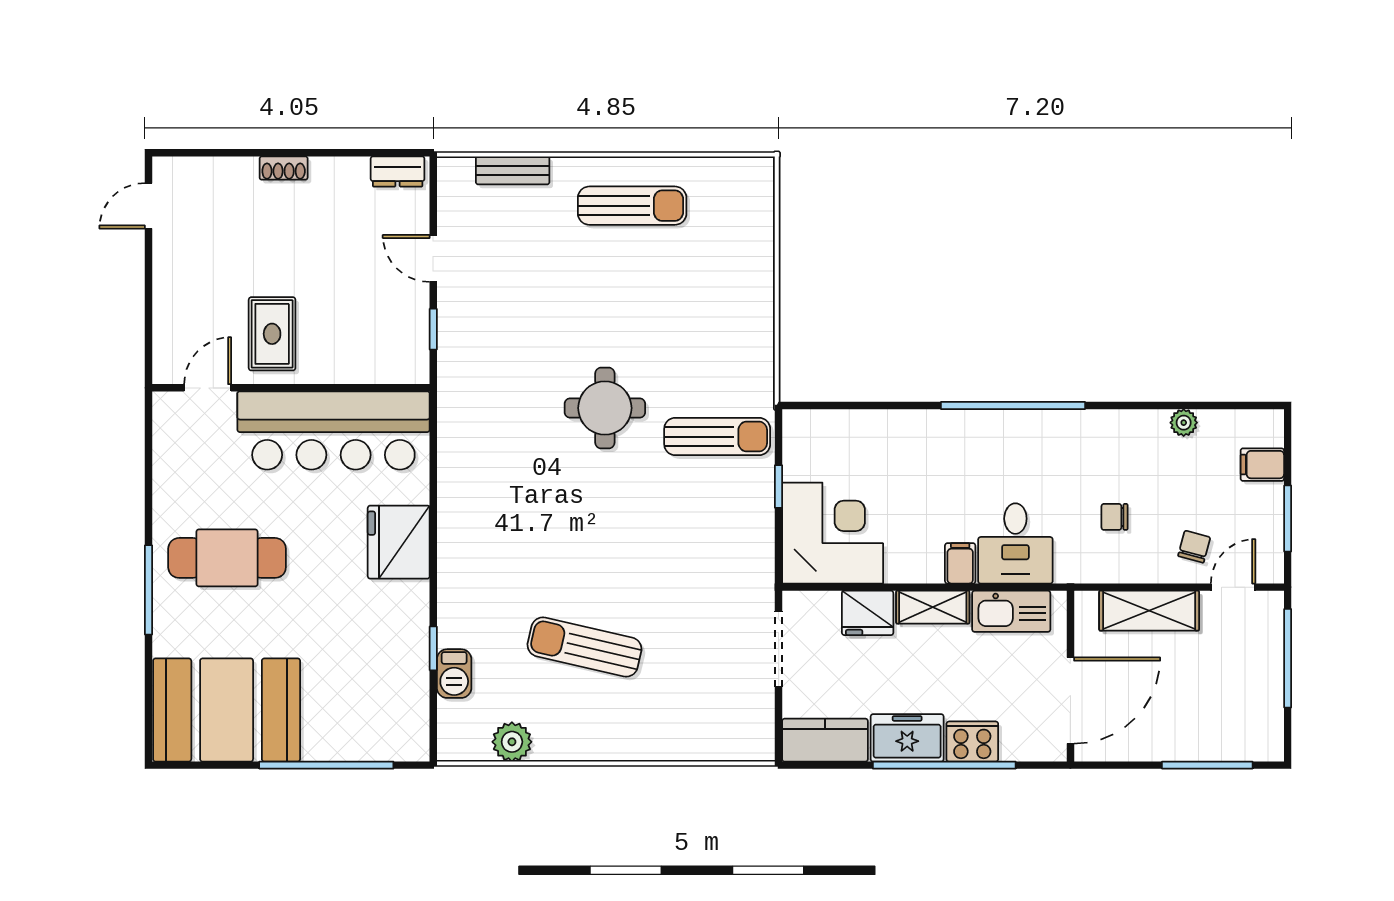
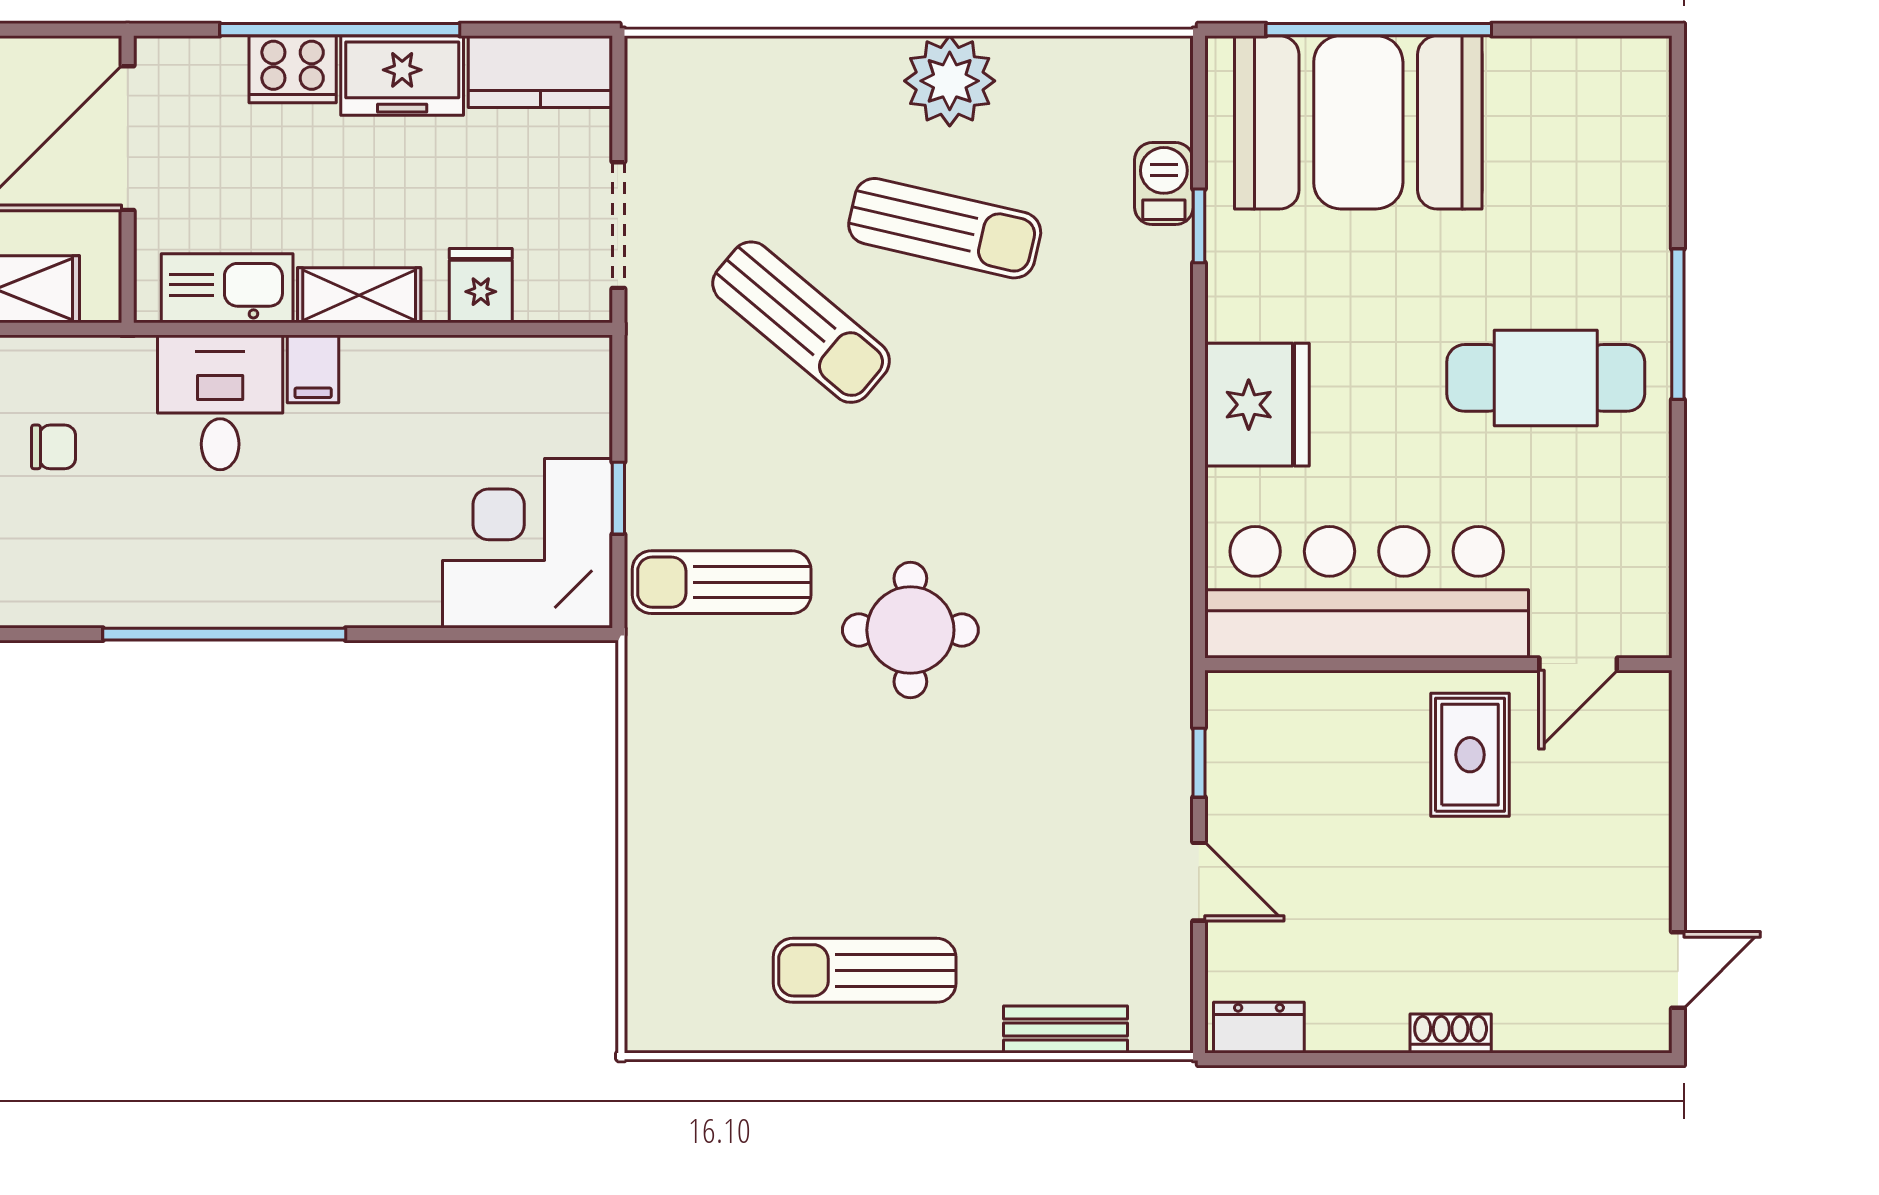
corner desk: (833, 533) -> (528, 543), moved, turned 90
sun lounger: (670, 591) -> (801, 322), added
fridge: (868, 613) -> (481, 286), width x0.72
booth: (227, 710) -> (1358, 122), moved
plant: (512, 742) -> (950, 81), moved, width x1.36, depth x1.36

